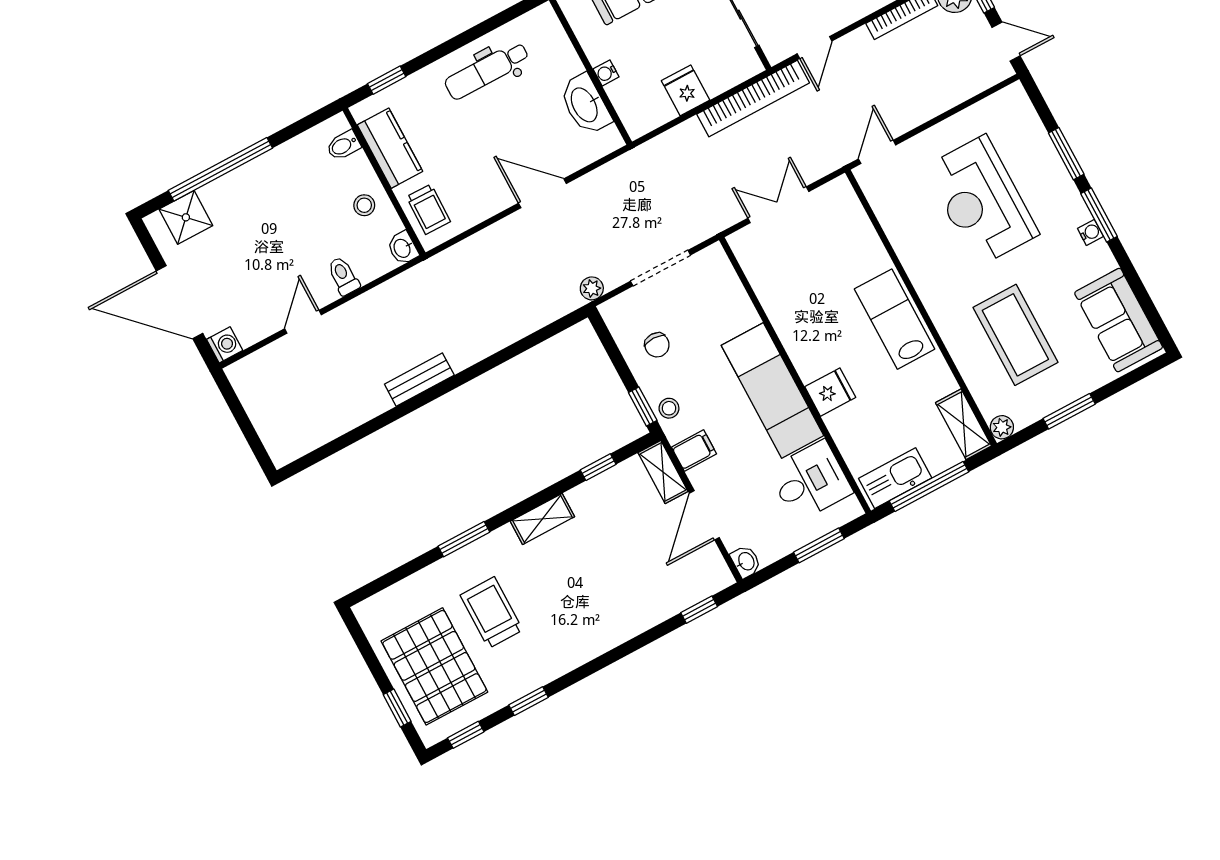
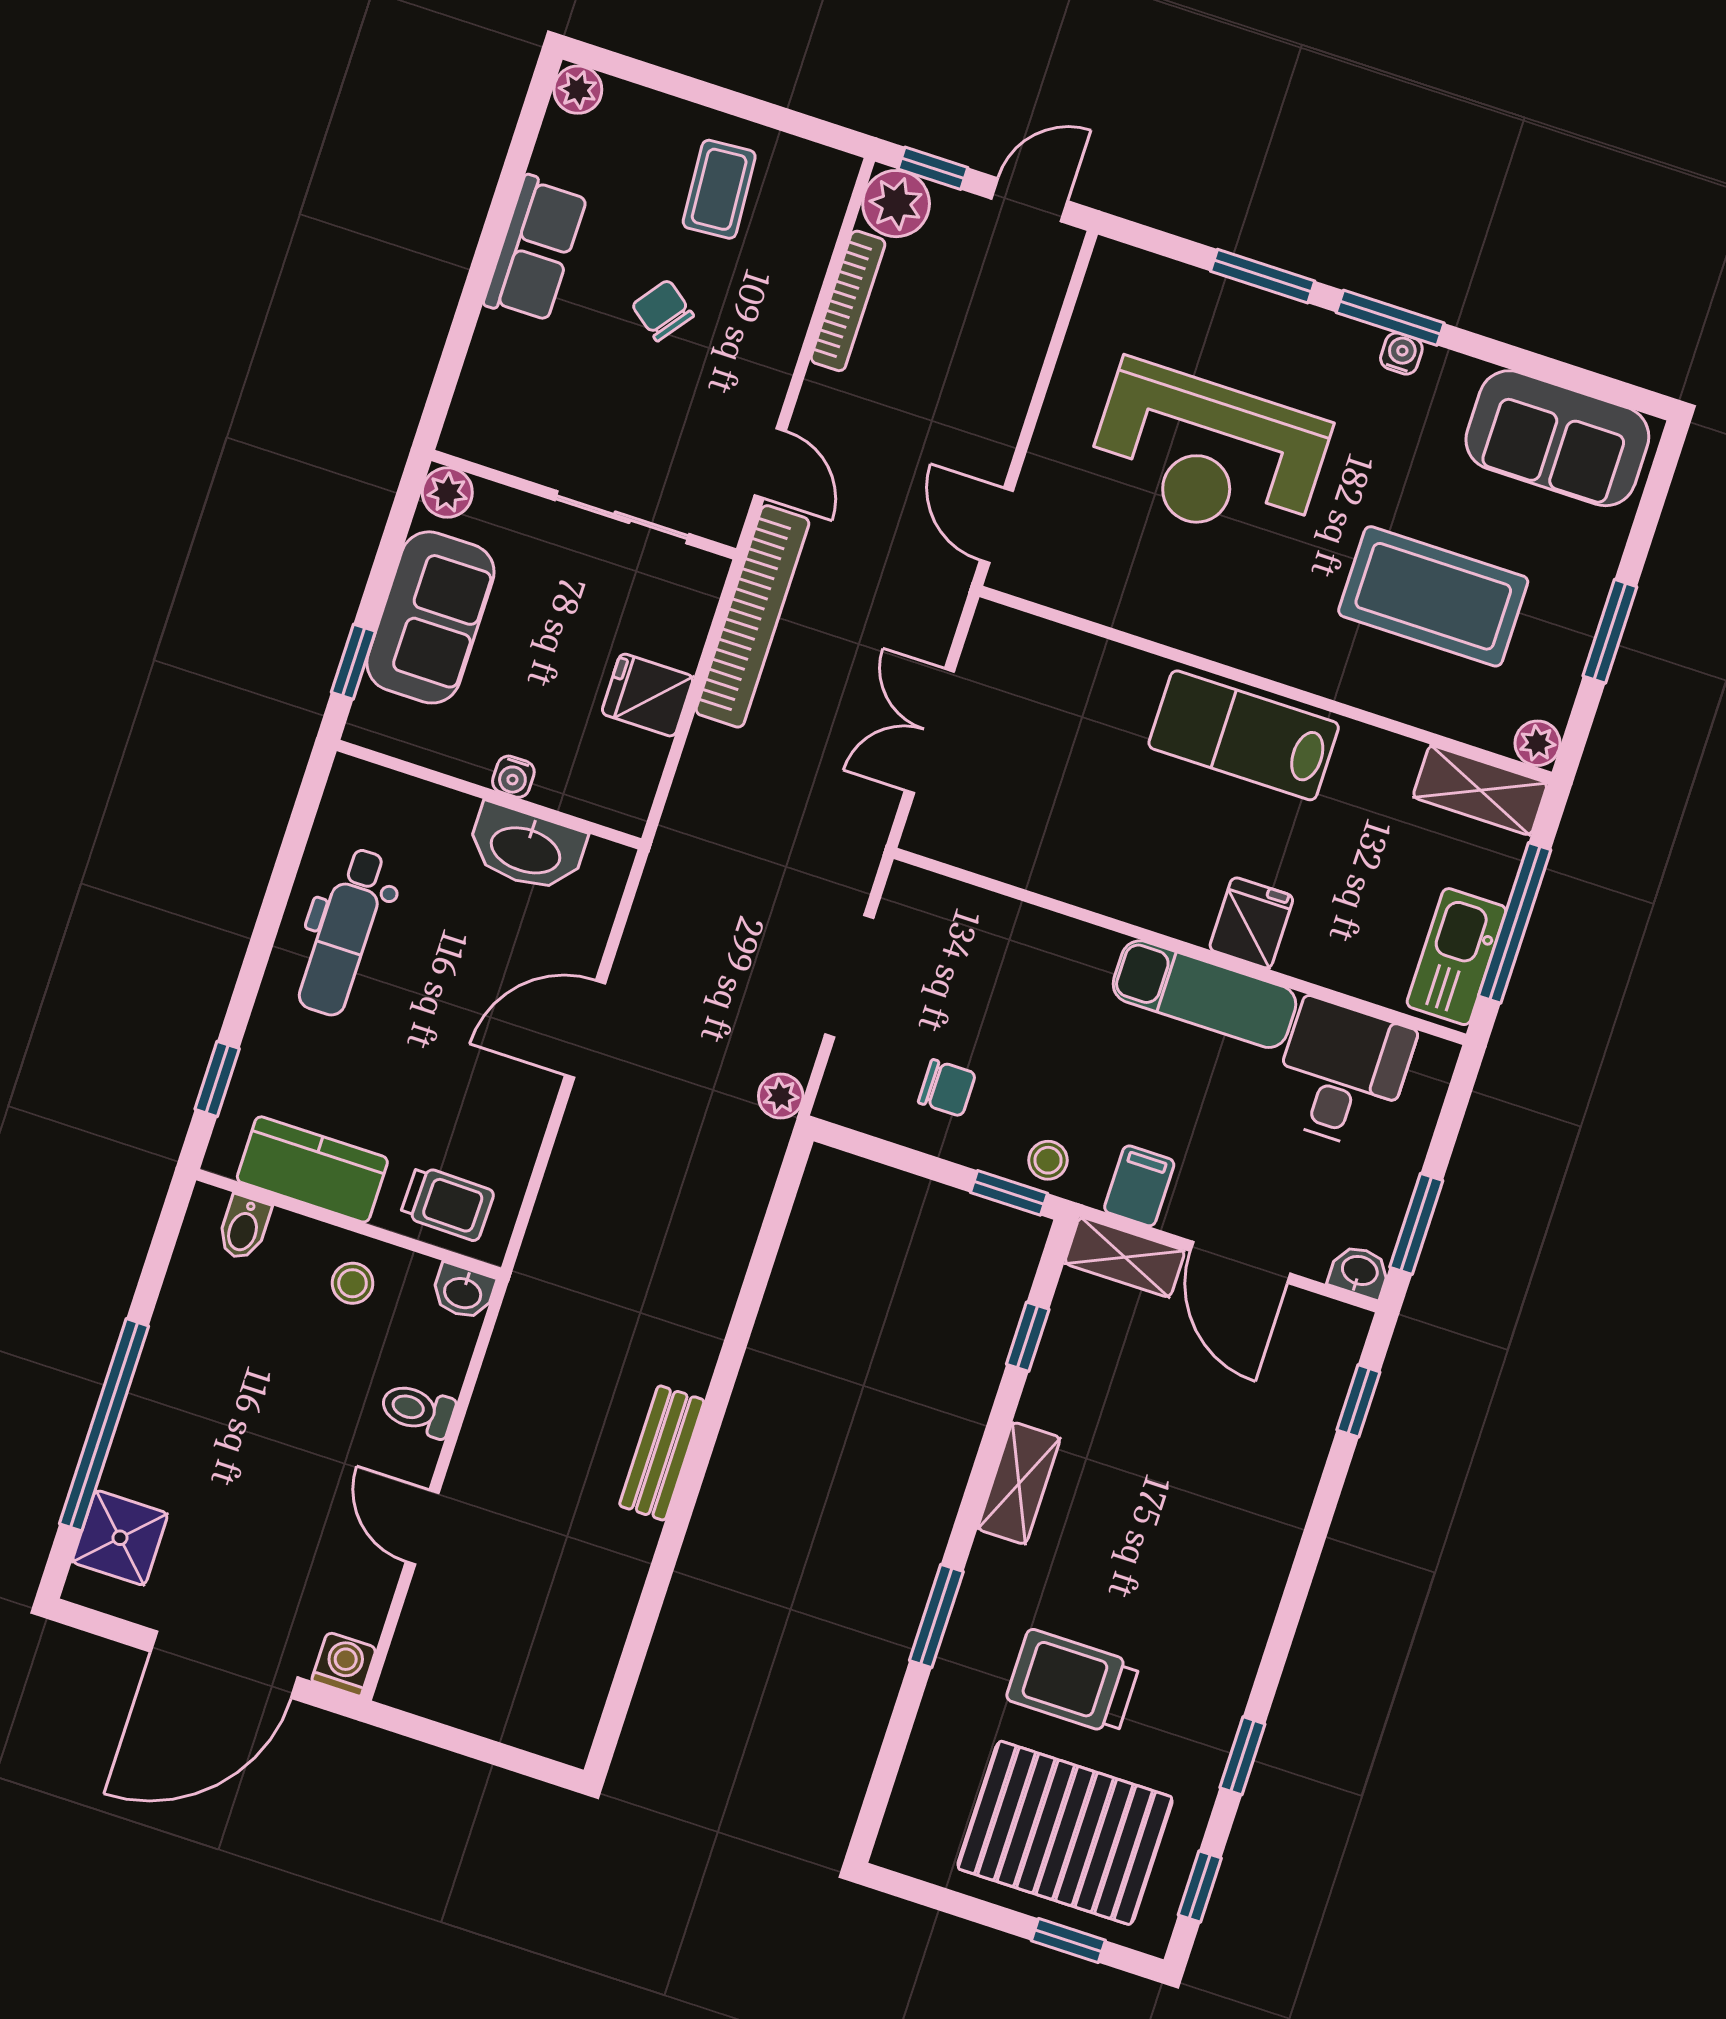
exam couch: (772, 390) -> (1204, 994), width x0.73, depth x0.69
window: (819, 545) -> (1416, 1224), moved

